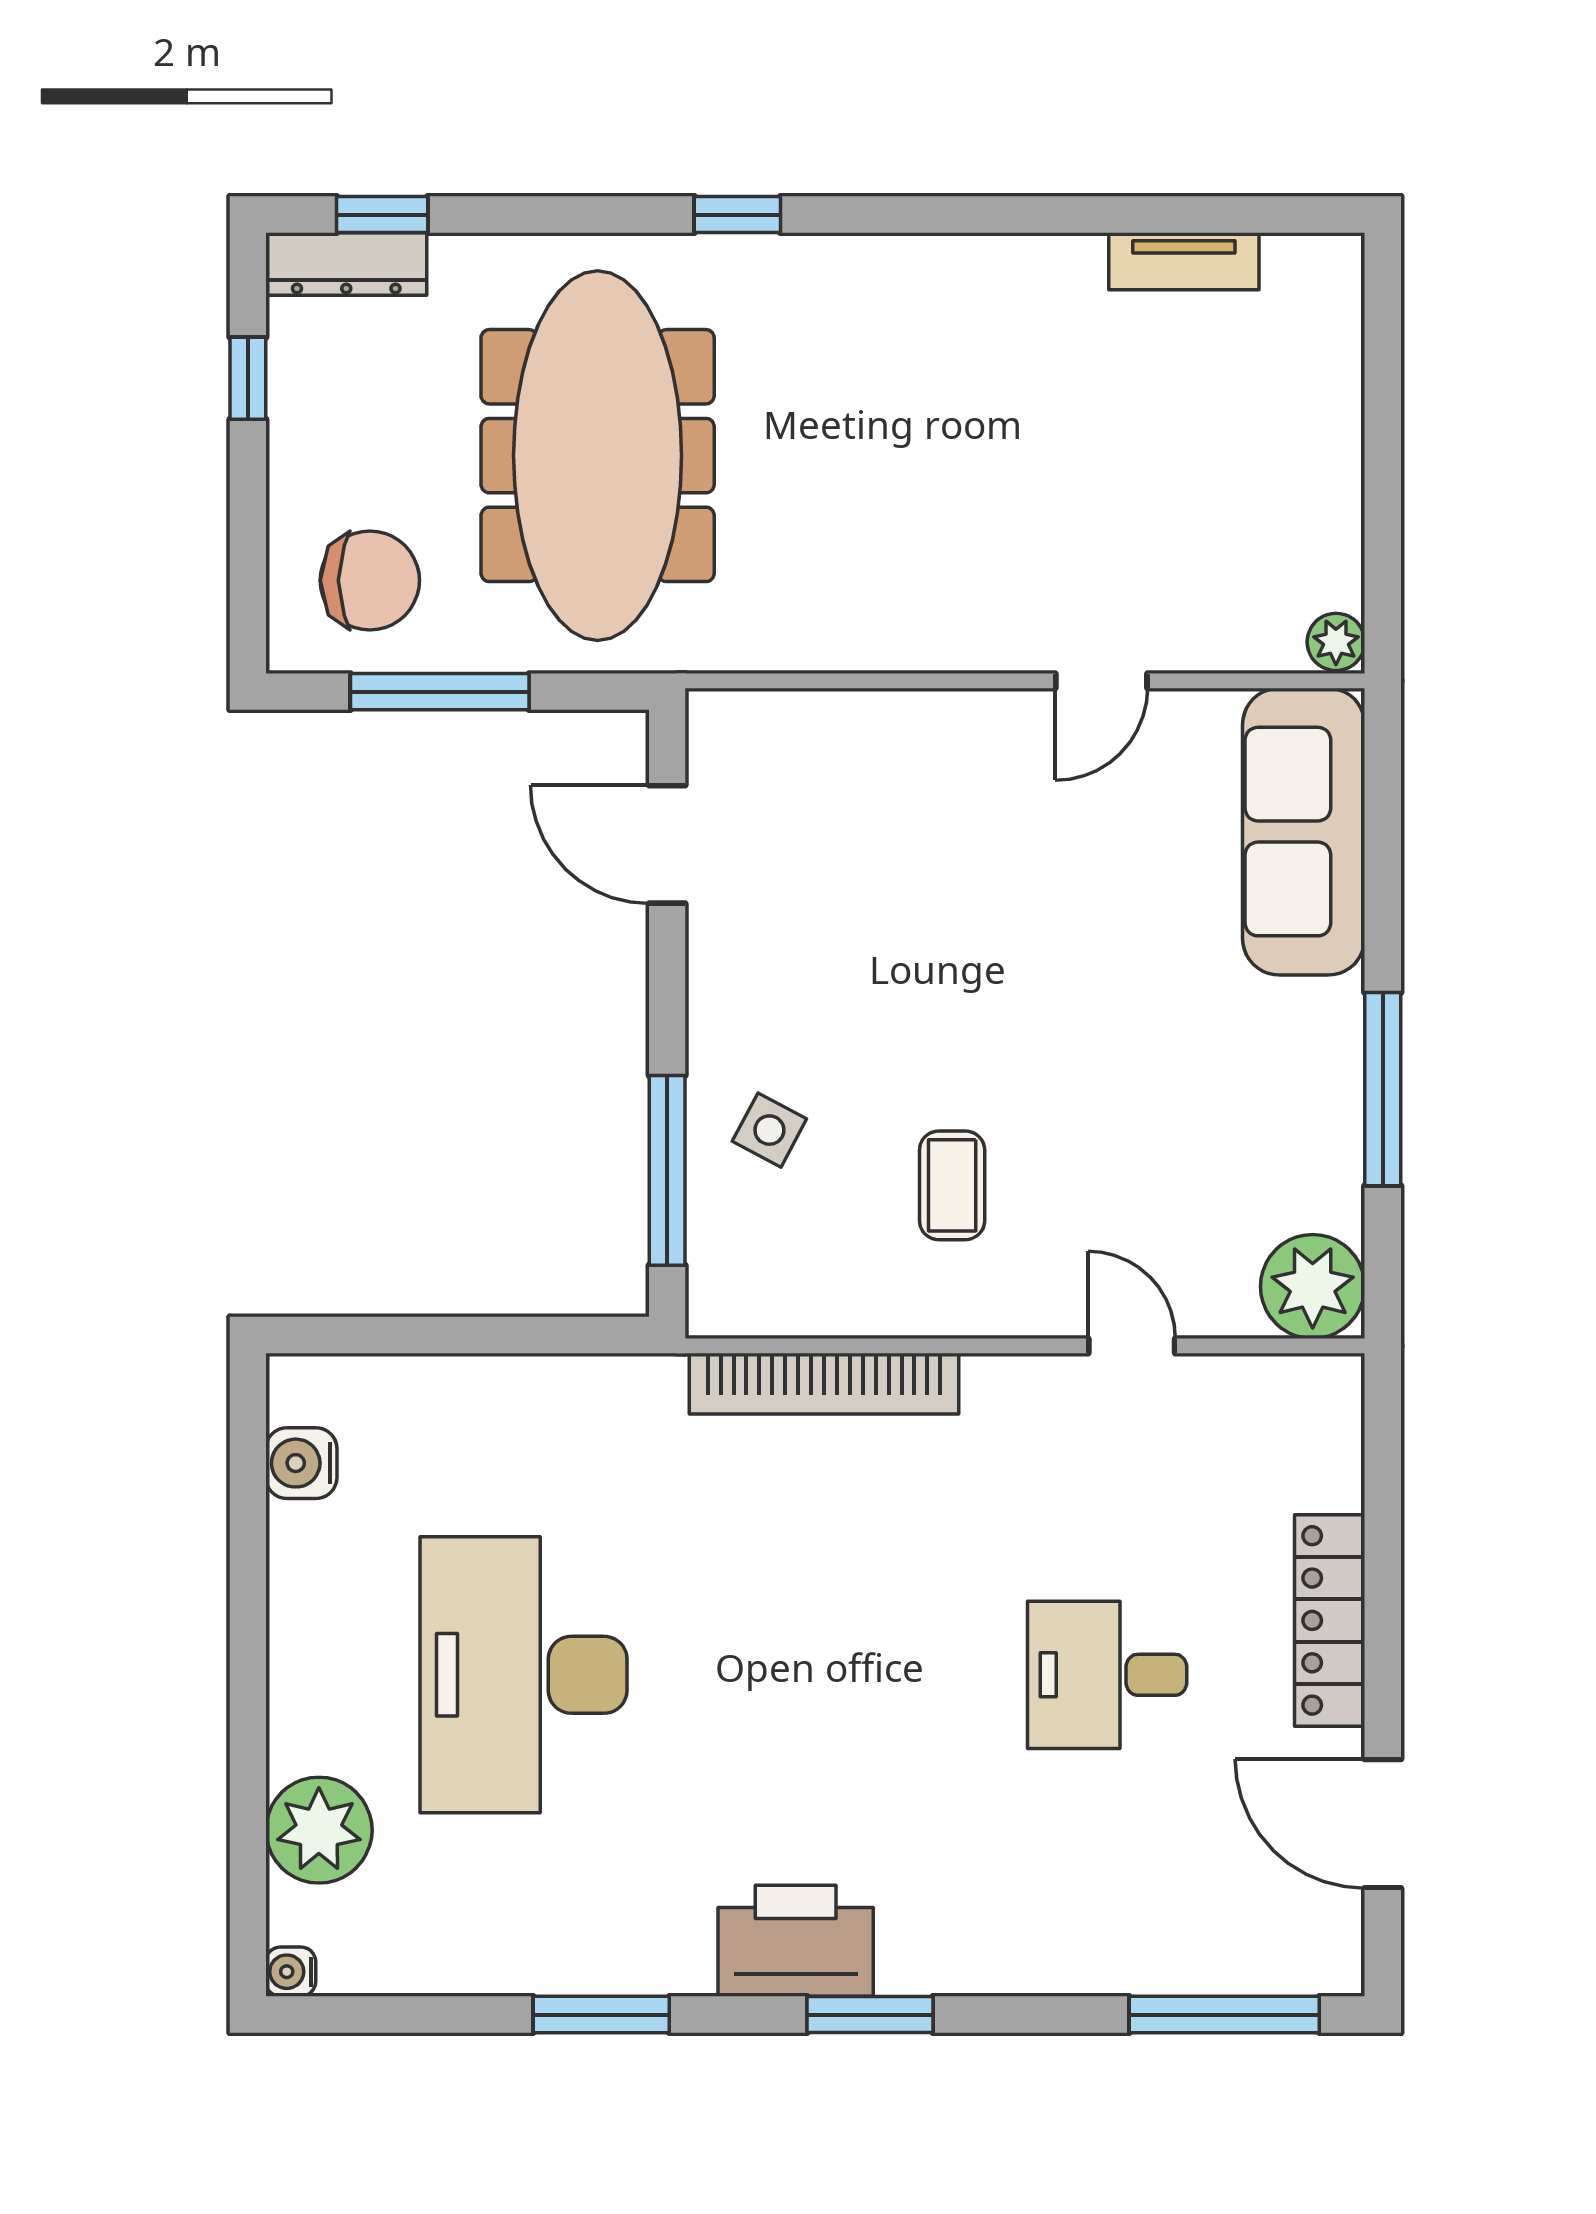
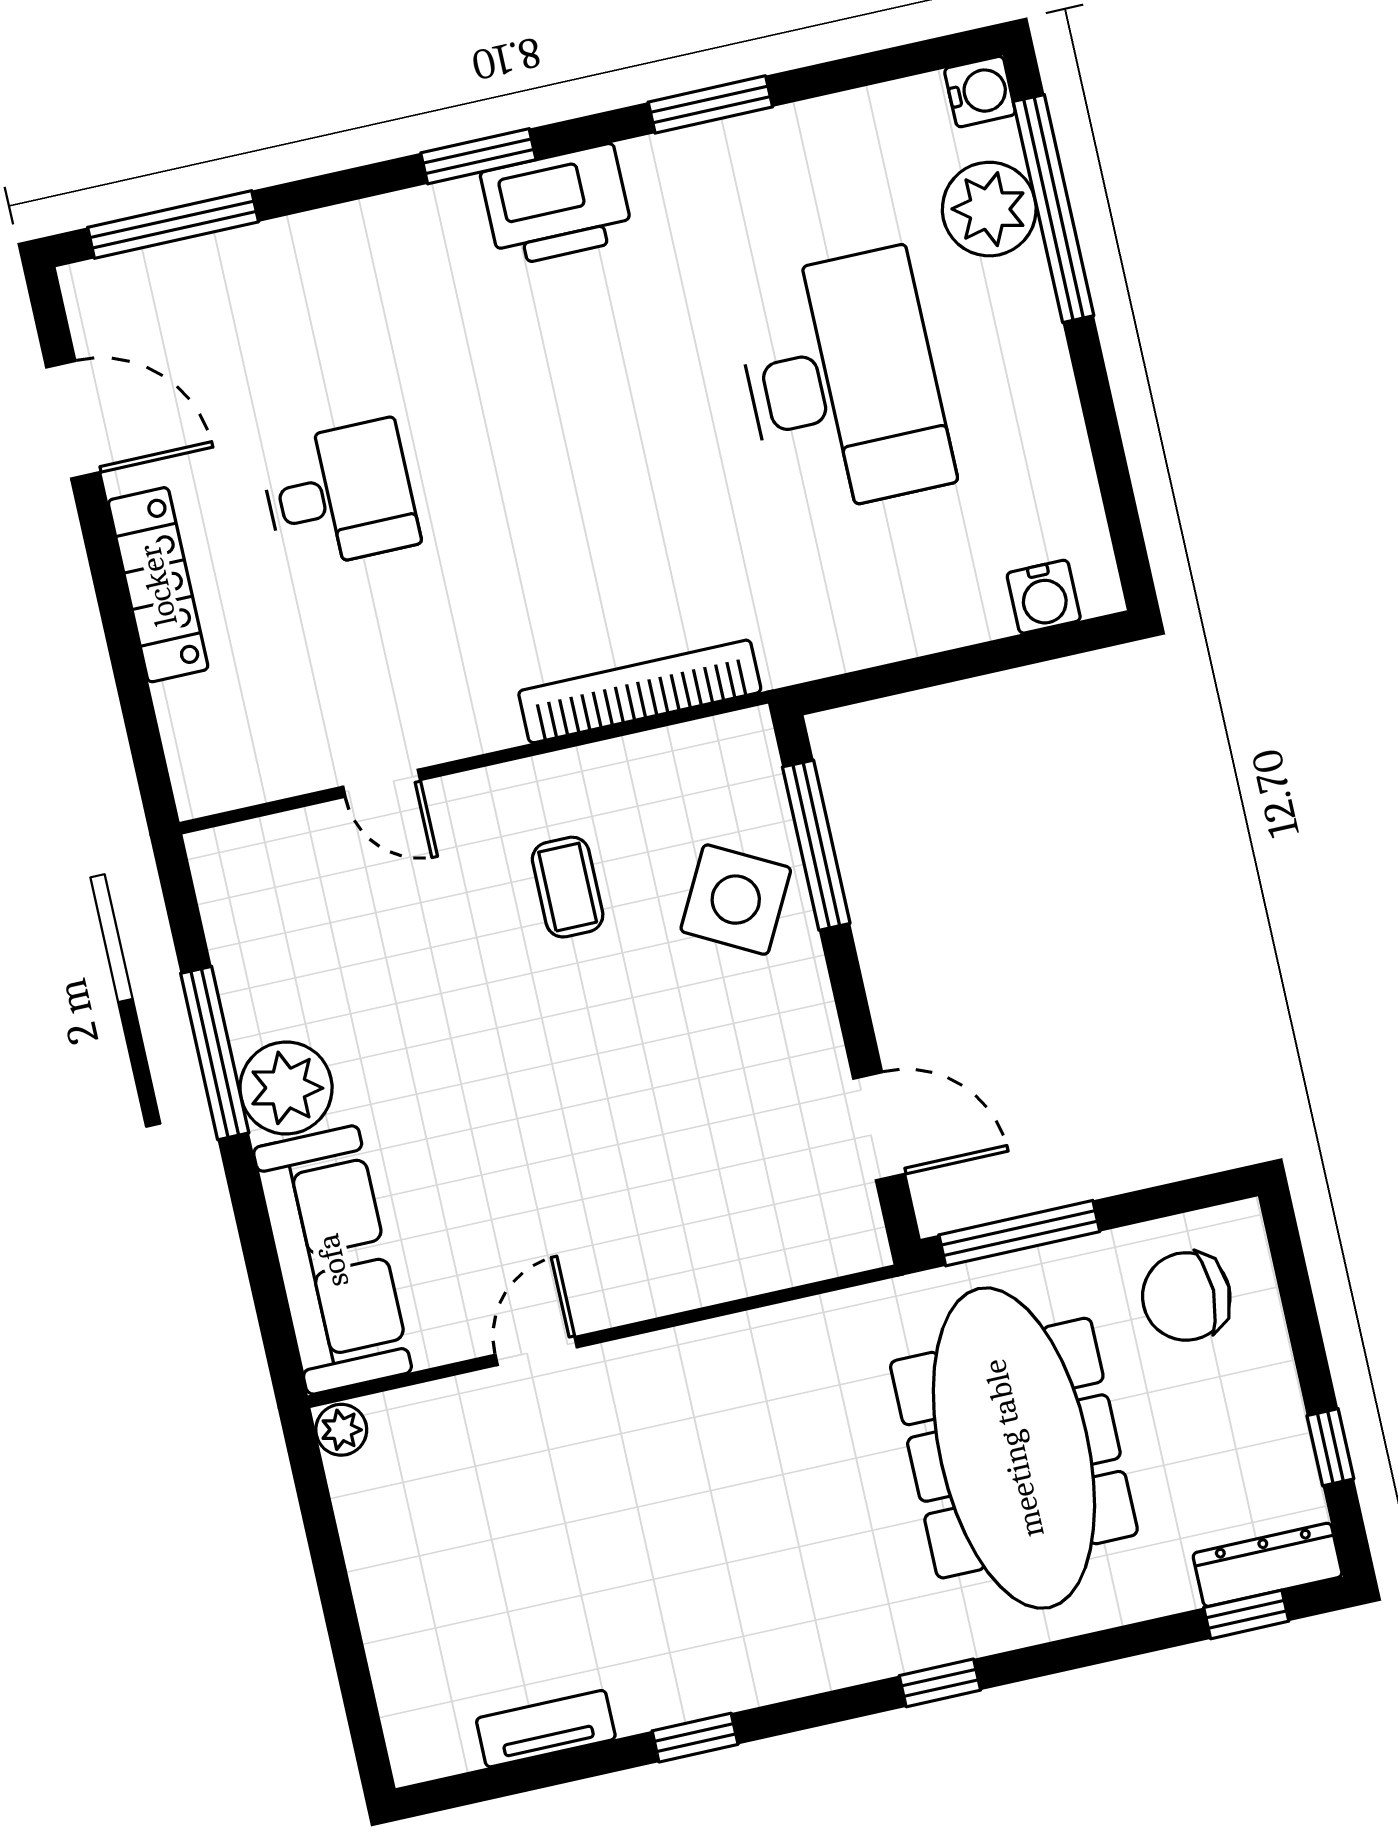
window: (1021, 215) -> (695, 1738), added
window: (440, 692) -> (1019, 1233), moved
side table: (769, 1130) -> (736, 900), width x1.87, depth x1.87
plant: (1313, 1287) -> (286, 1088), moved
water cooler: (301, 1463) -> (1044, 597), moved, turned 90
window: (248, 1815) -> (1054, 209), added
water cooler: (291, 1972) -> (980, 92), width x1.38, depth x1.38

